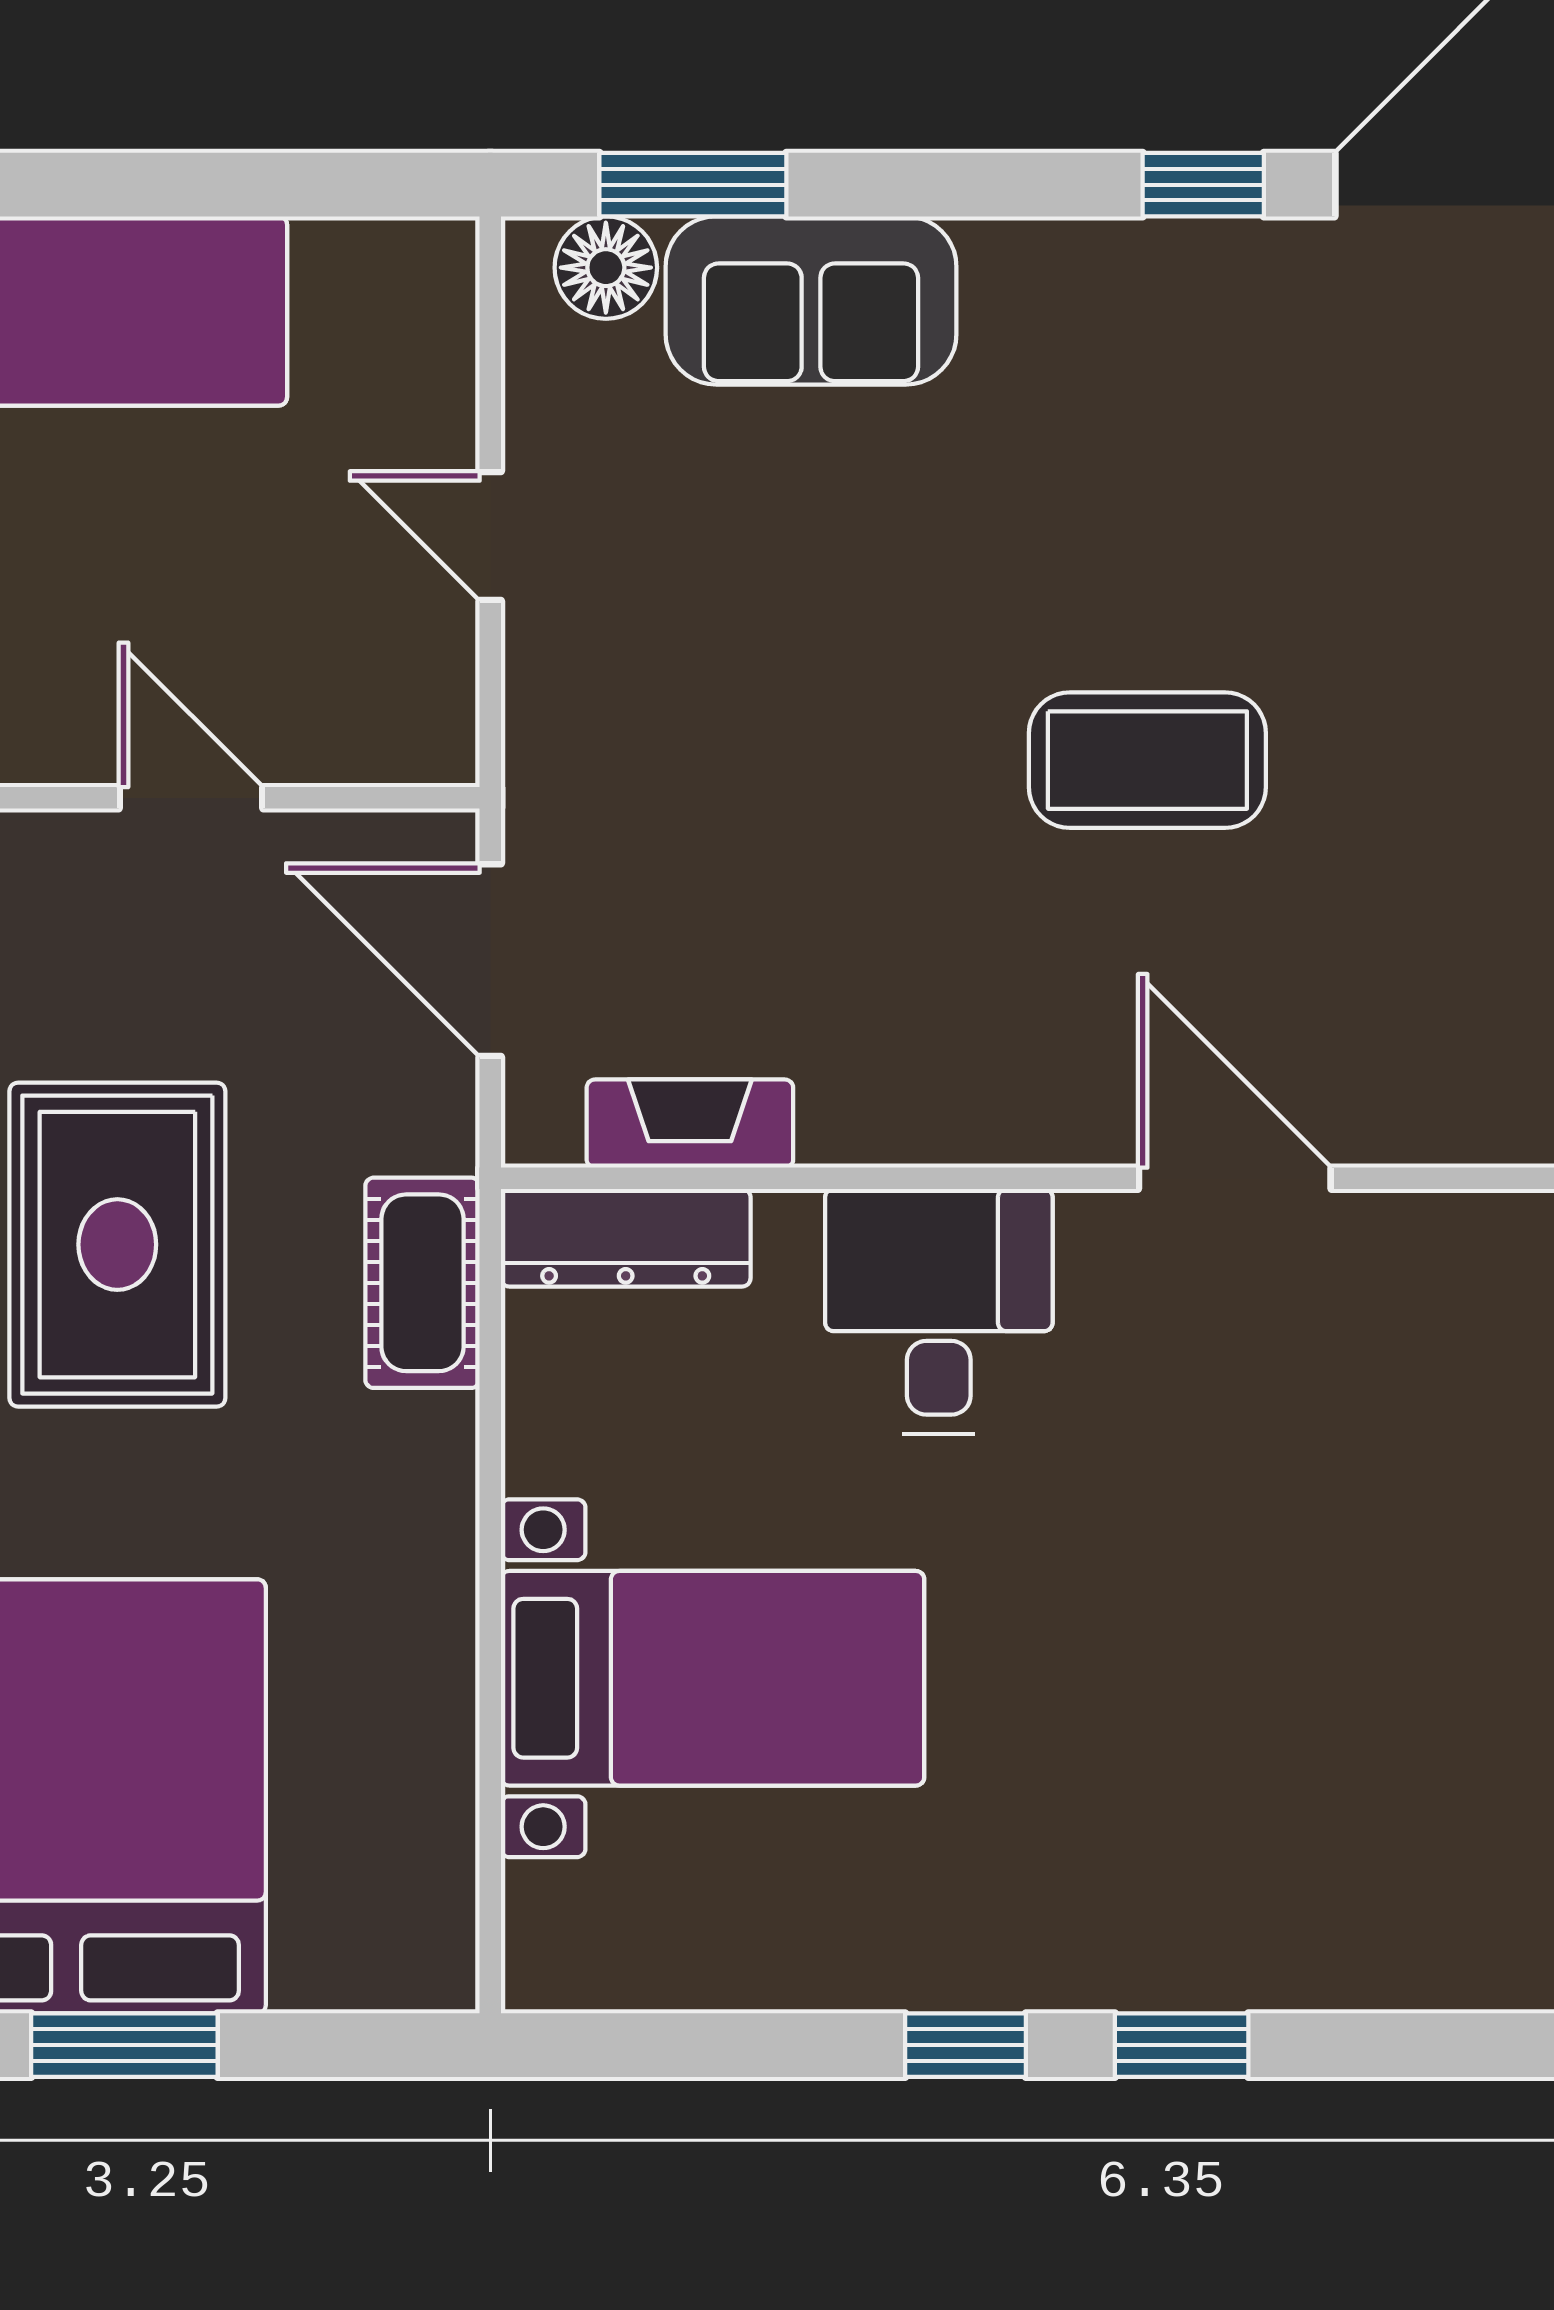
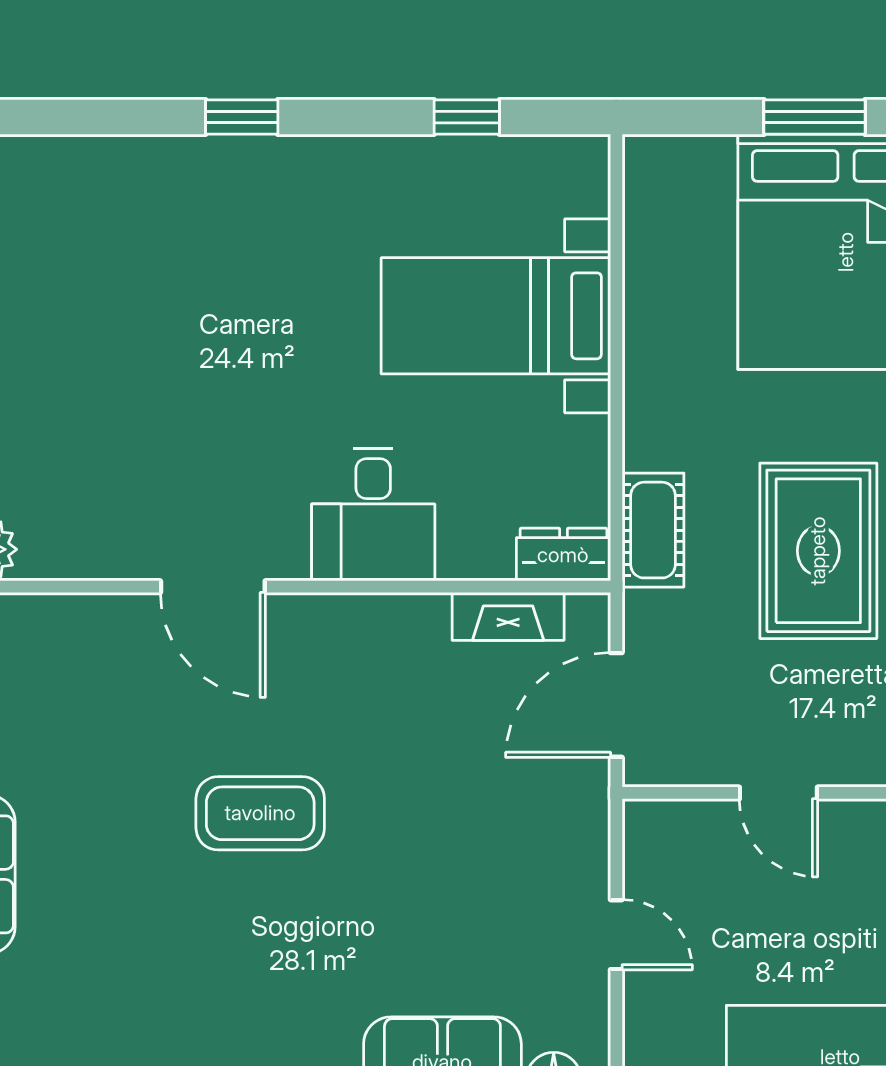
door: (490, 960) -> (616, 705), swing flipped
dresser: (626, 1238) -> (563, 555), width x0.70
window: (966, 2045) -> (467, 117), moved

